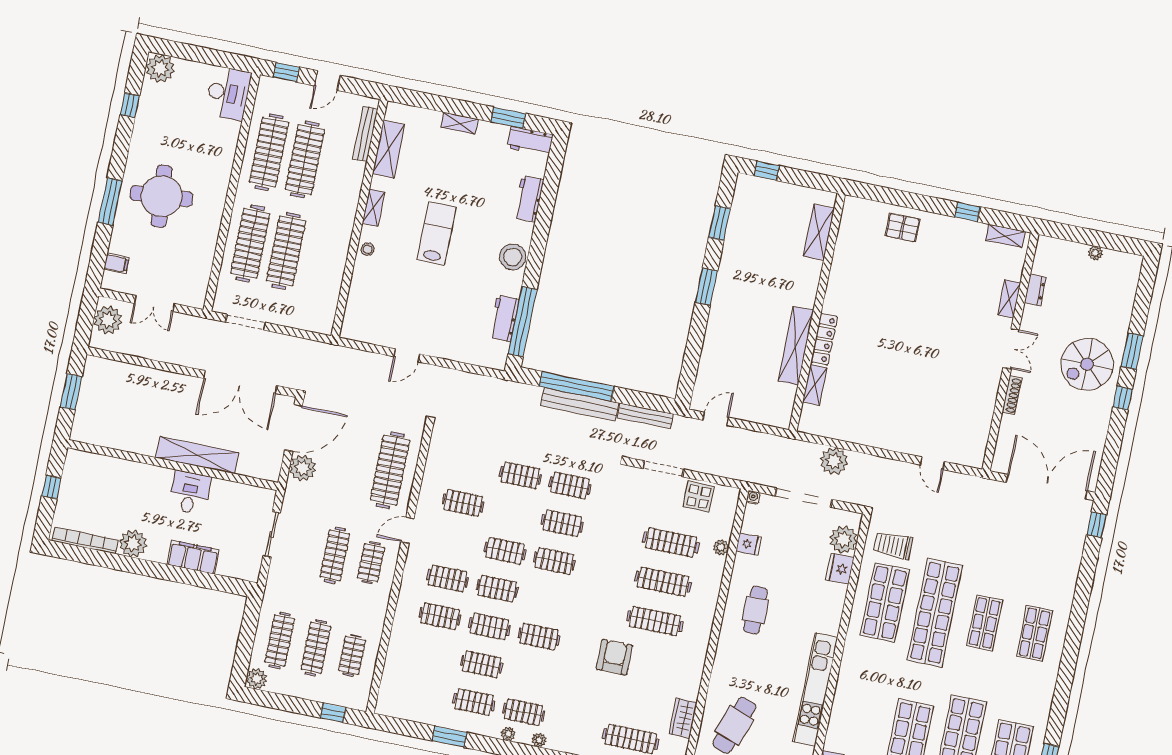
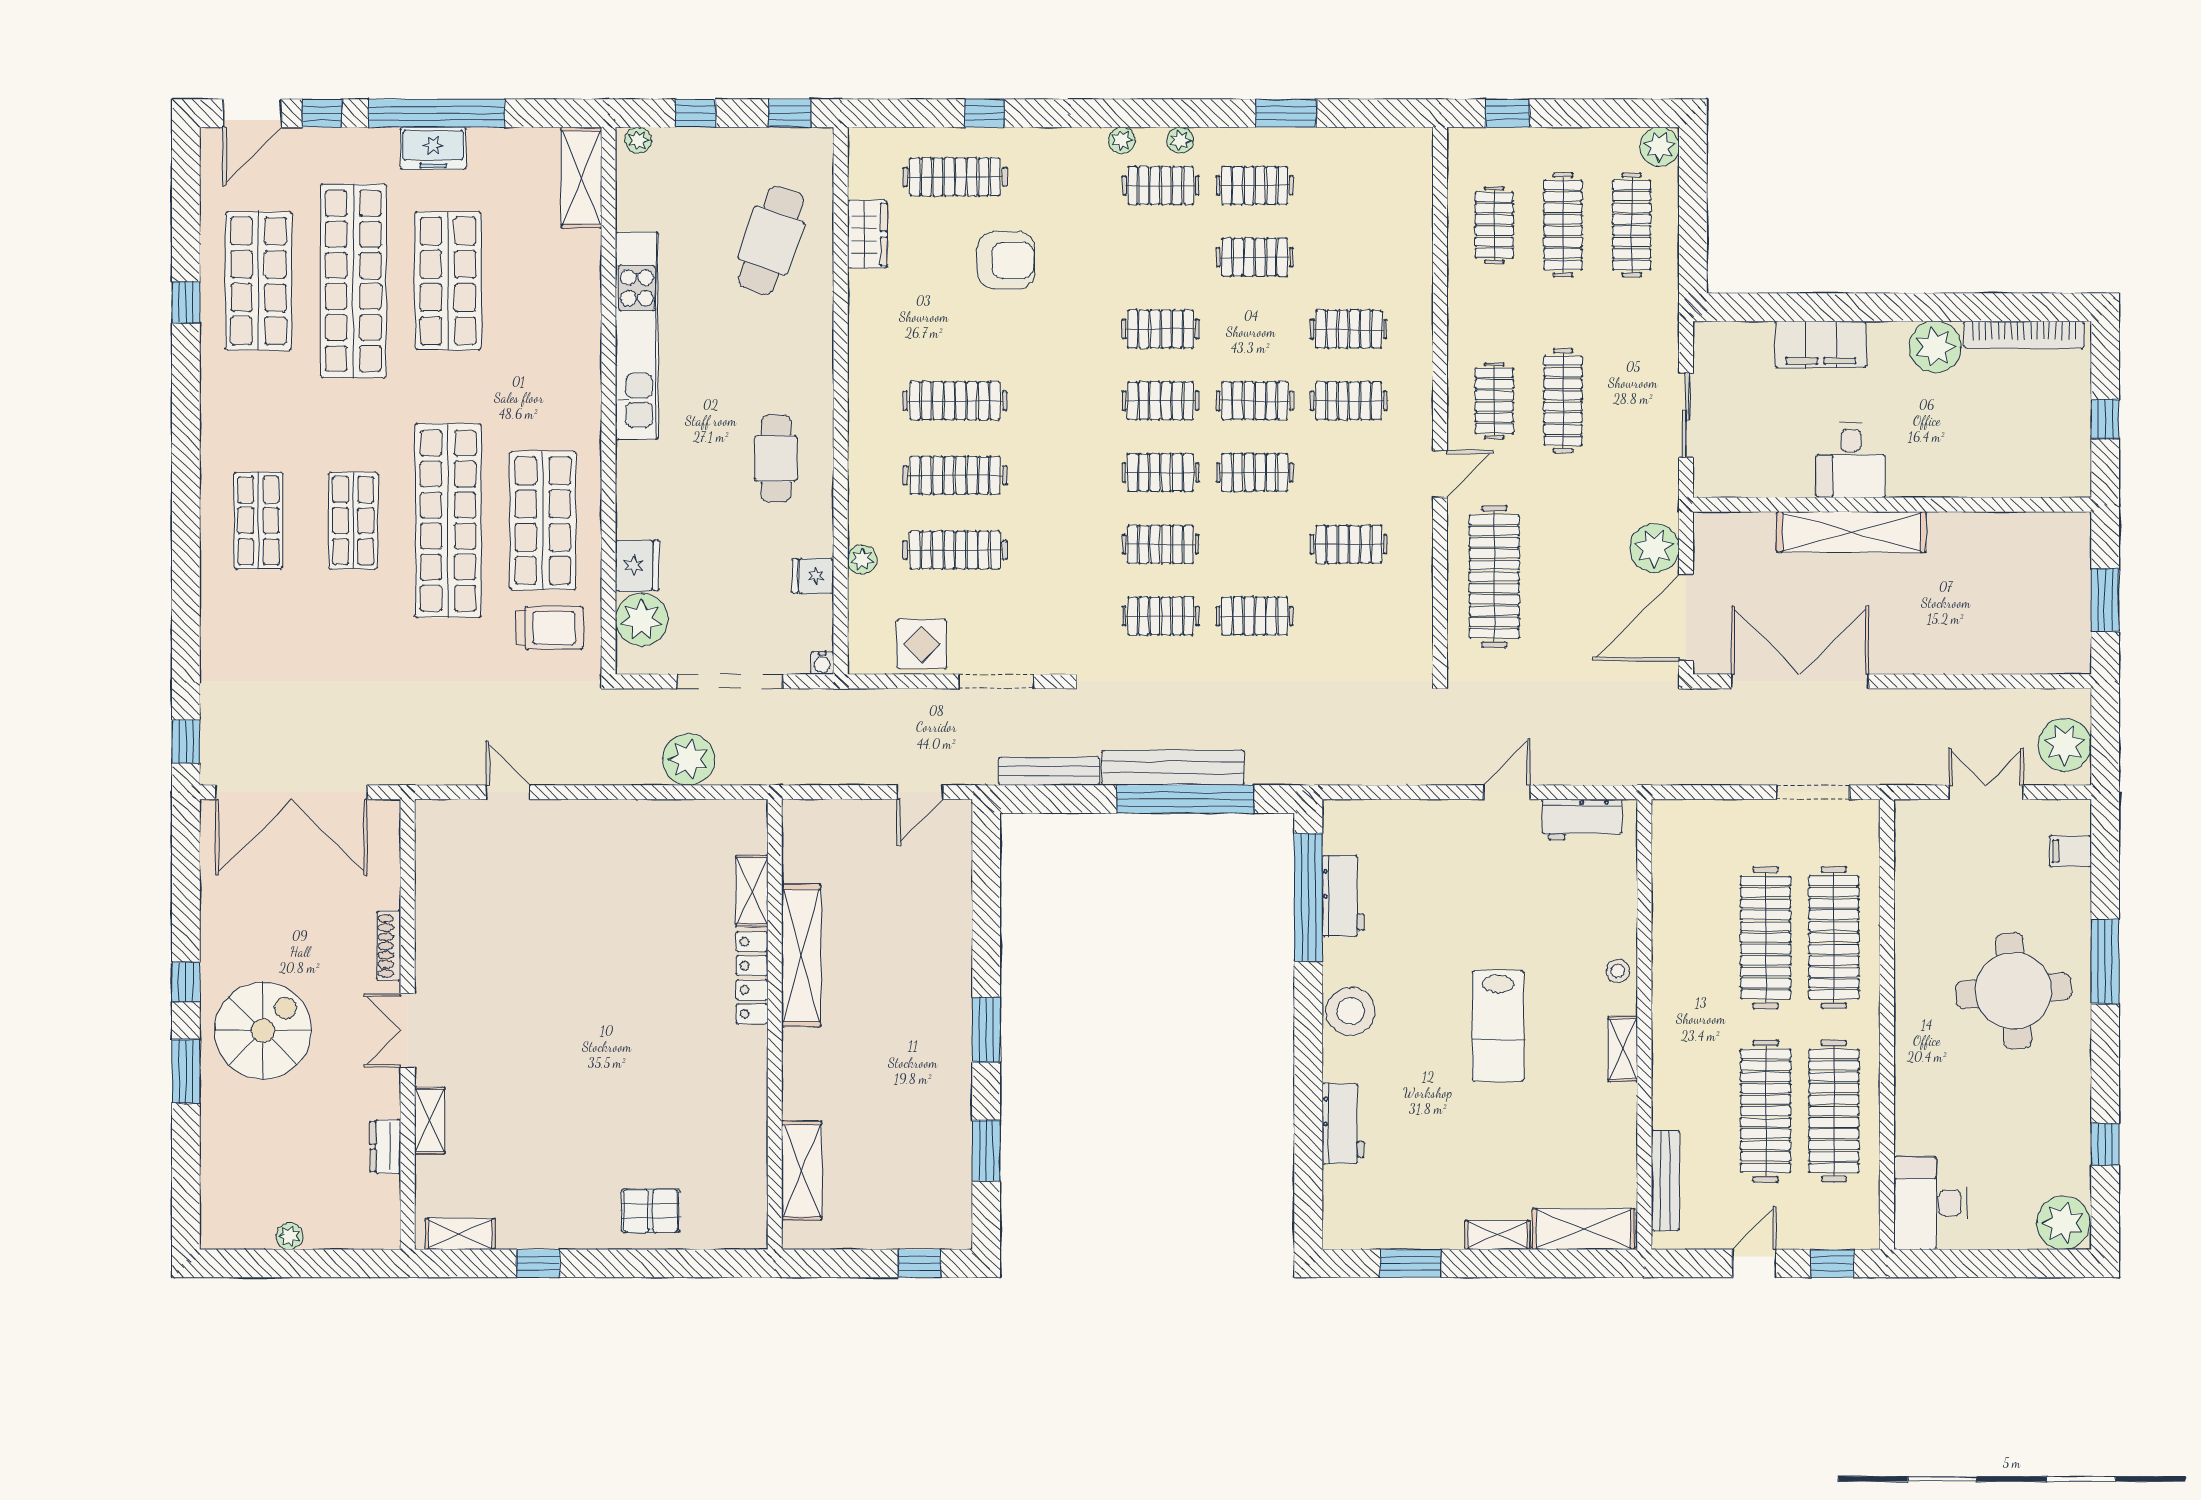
workbench: (530, 141) -> (1582, 820), moved, turned 180
shelving: (389, 149) -> (1584, 1229), moved, turned 90
clothes rail: (489, 626) -> (1161, 401), moved
armchair: (614, 657) -> (1006, 260), moved, turned -90

